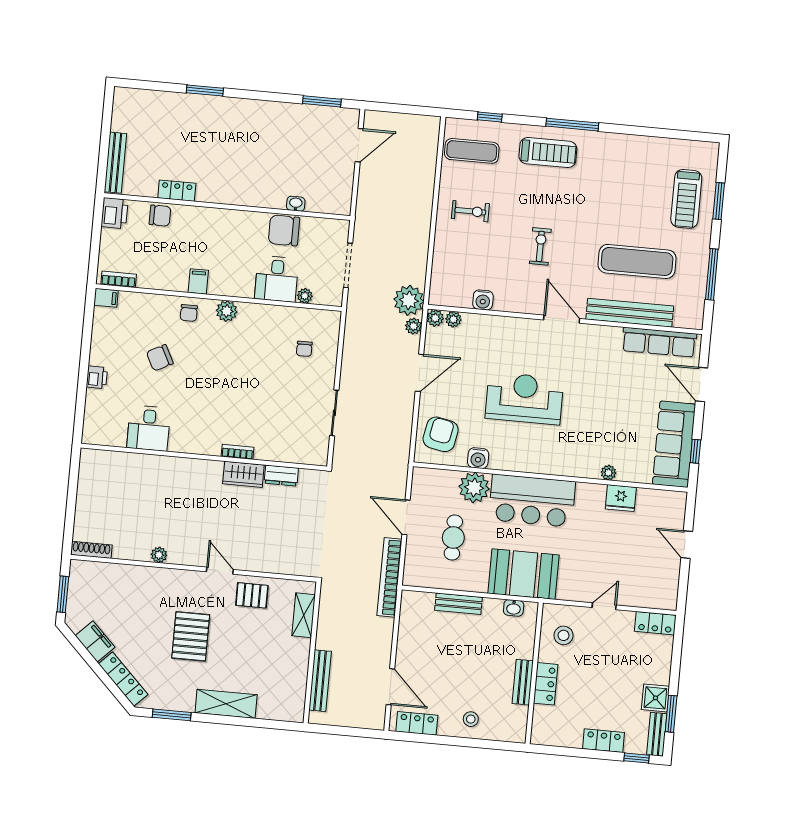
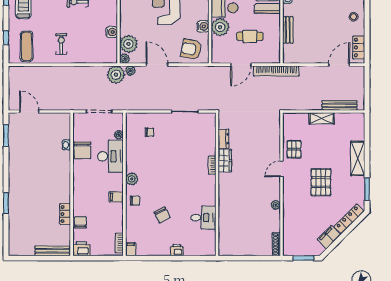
desk: (277, 279) -> (111, 156), width x1.37
plant: (453, 319) -> (128, 44), width x1.88, depth x1.88
shelving: (304, 615) -> (322, 118), moved
pallet: (191, 636) -> (321, 182), turned 90

